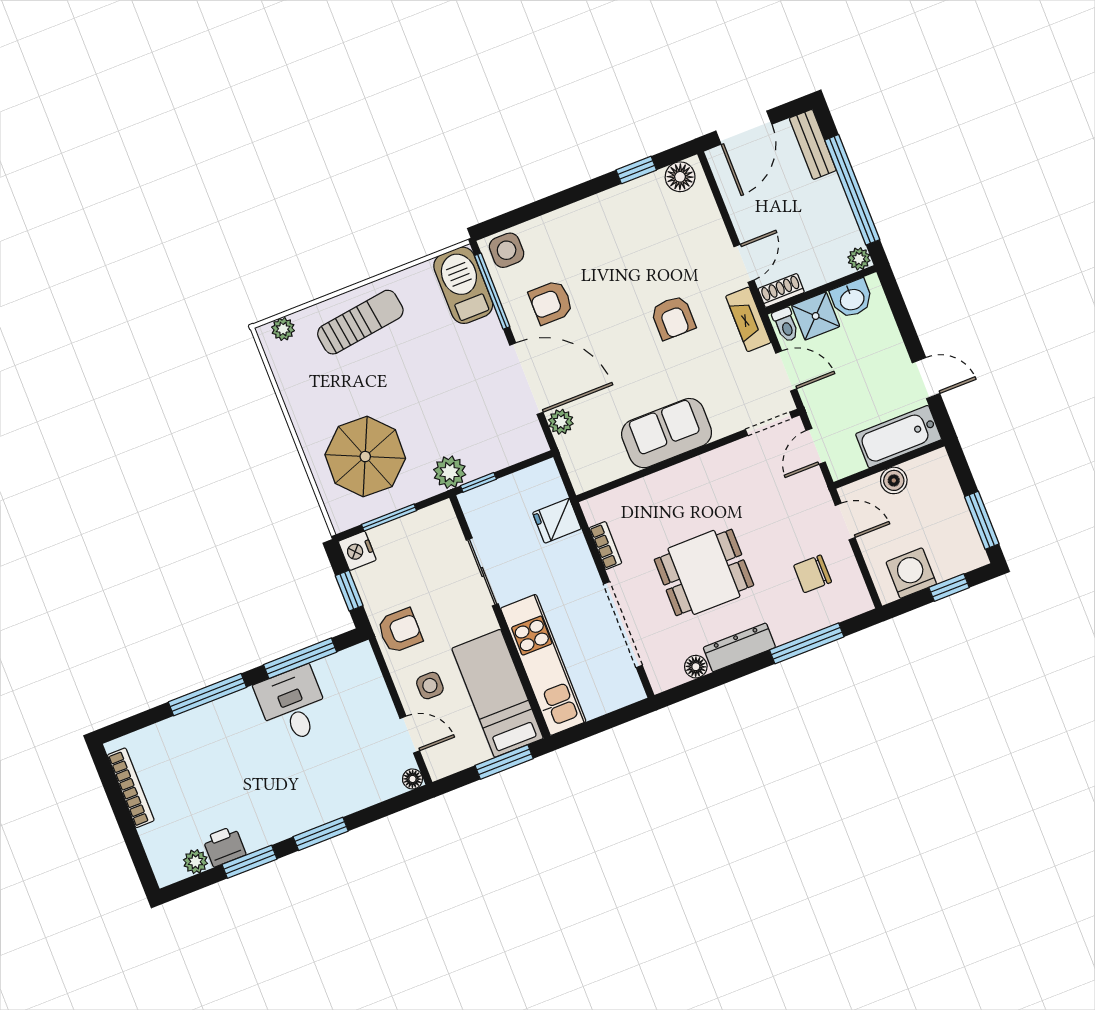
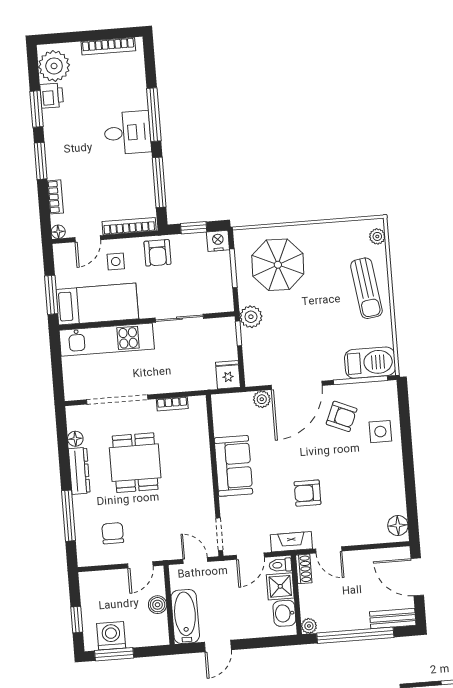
window: (636, 170) -> (411, 498), removed
side table: (507, 250) -> (380, 432), moved
armchair: (551, 302) -> (342, 416), turned 113
fridge: (557, 521) -> (228, 375), moved
washing machine: (911, 573) -> (111, 636), moved, turned -90
bookcase: (374, 682) -> (129, 226), added
desk: (293, 705) -> (127, 133), moved
bookcase: (365, 798) -> (55, 197), added
plant: (196, 862) -> (54, 66), width x1.87, depth x1.87

